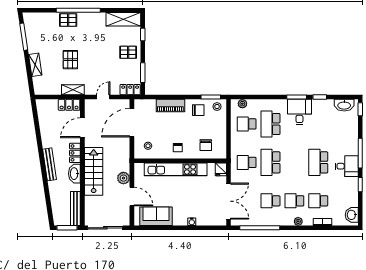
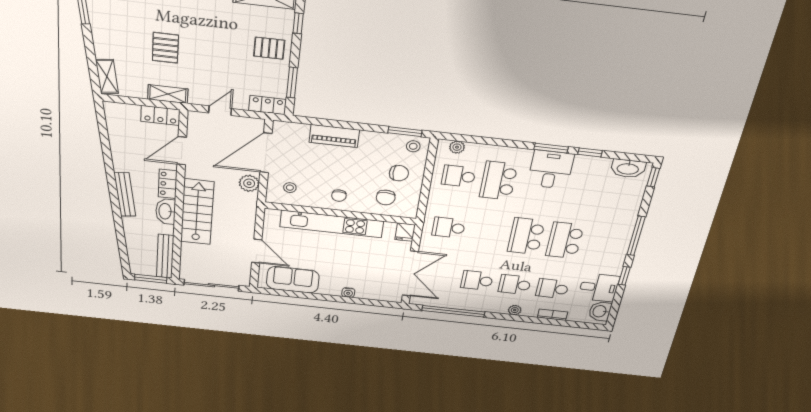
shelving: (35, 65) -> (107, 77), moved
chair: (198, 110) -> (399, 173), moved
school desk: (270, 162) -> (526, 236), moved
desk: (347, 166) -> (599, 288), moved
plant: (123, 178) -> (249, 183), moved

